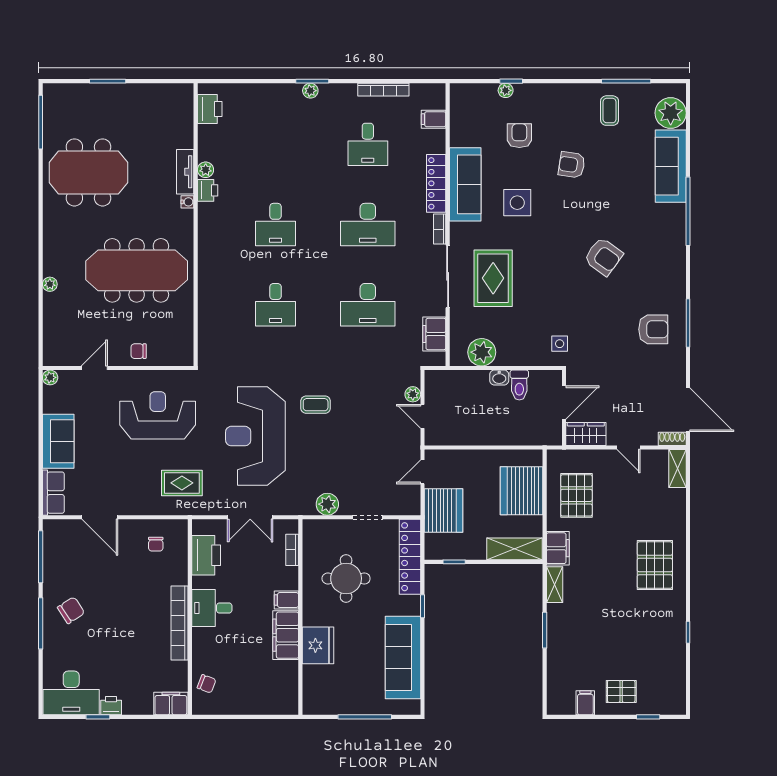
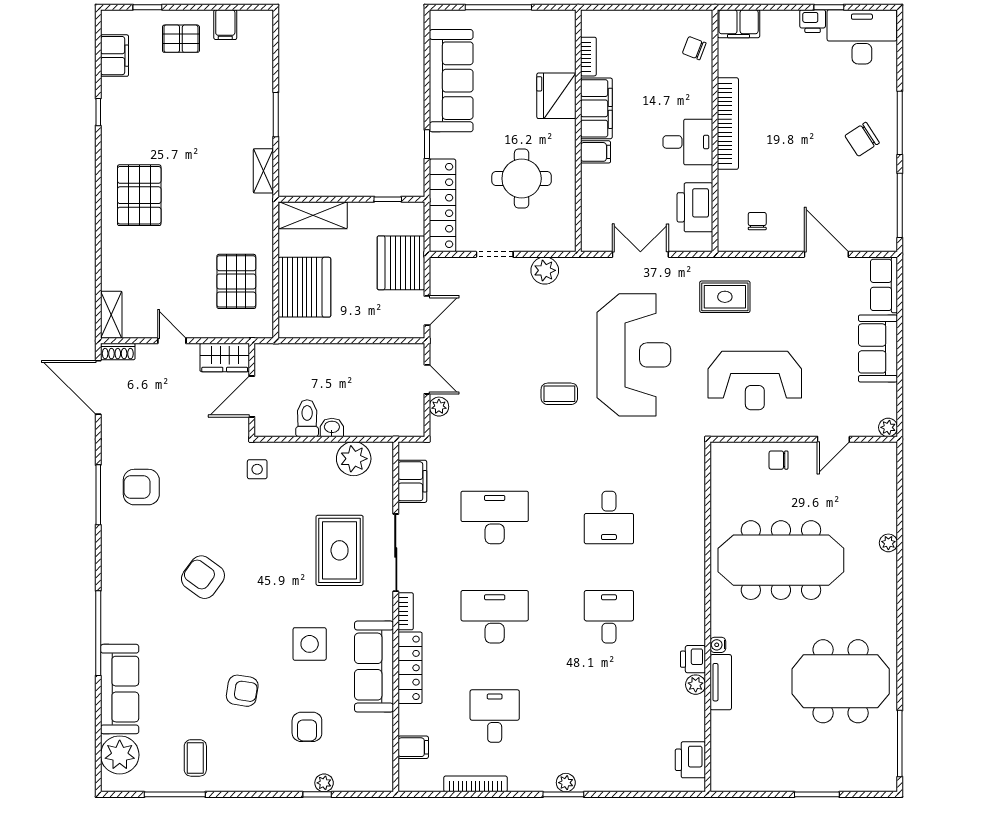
desk: (276, 305) -> (609, 517), turned 180
chair: (139, 351) -> (778, 460), turned 180
filing cabinet: (558, 548) -> (115, 56), moved, turned 180
bookcase: (292, 550) -> (588, 57), moved

